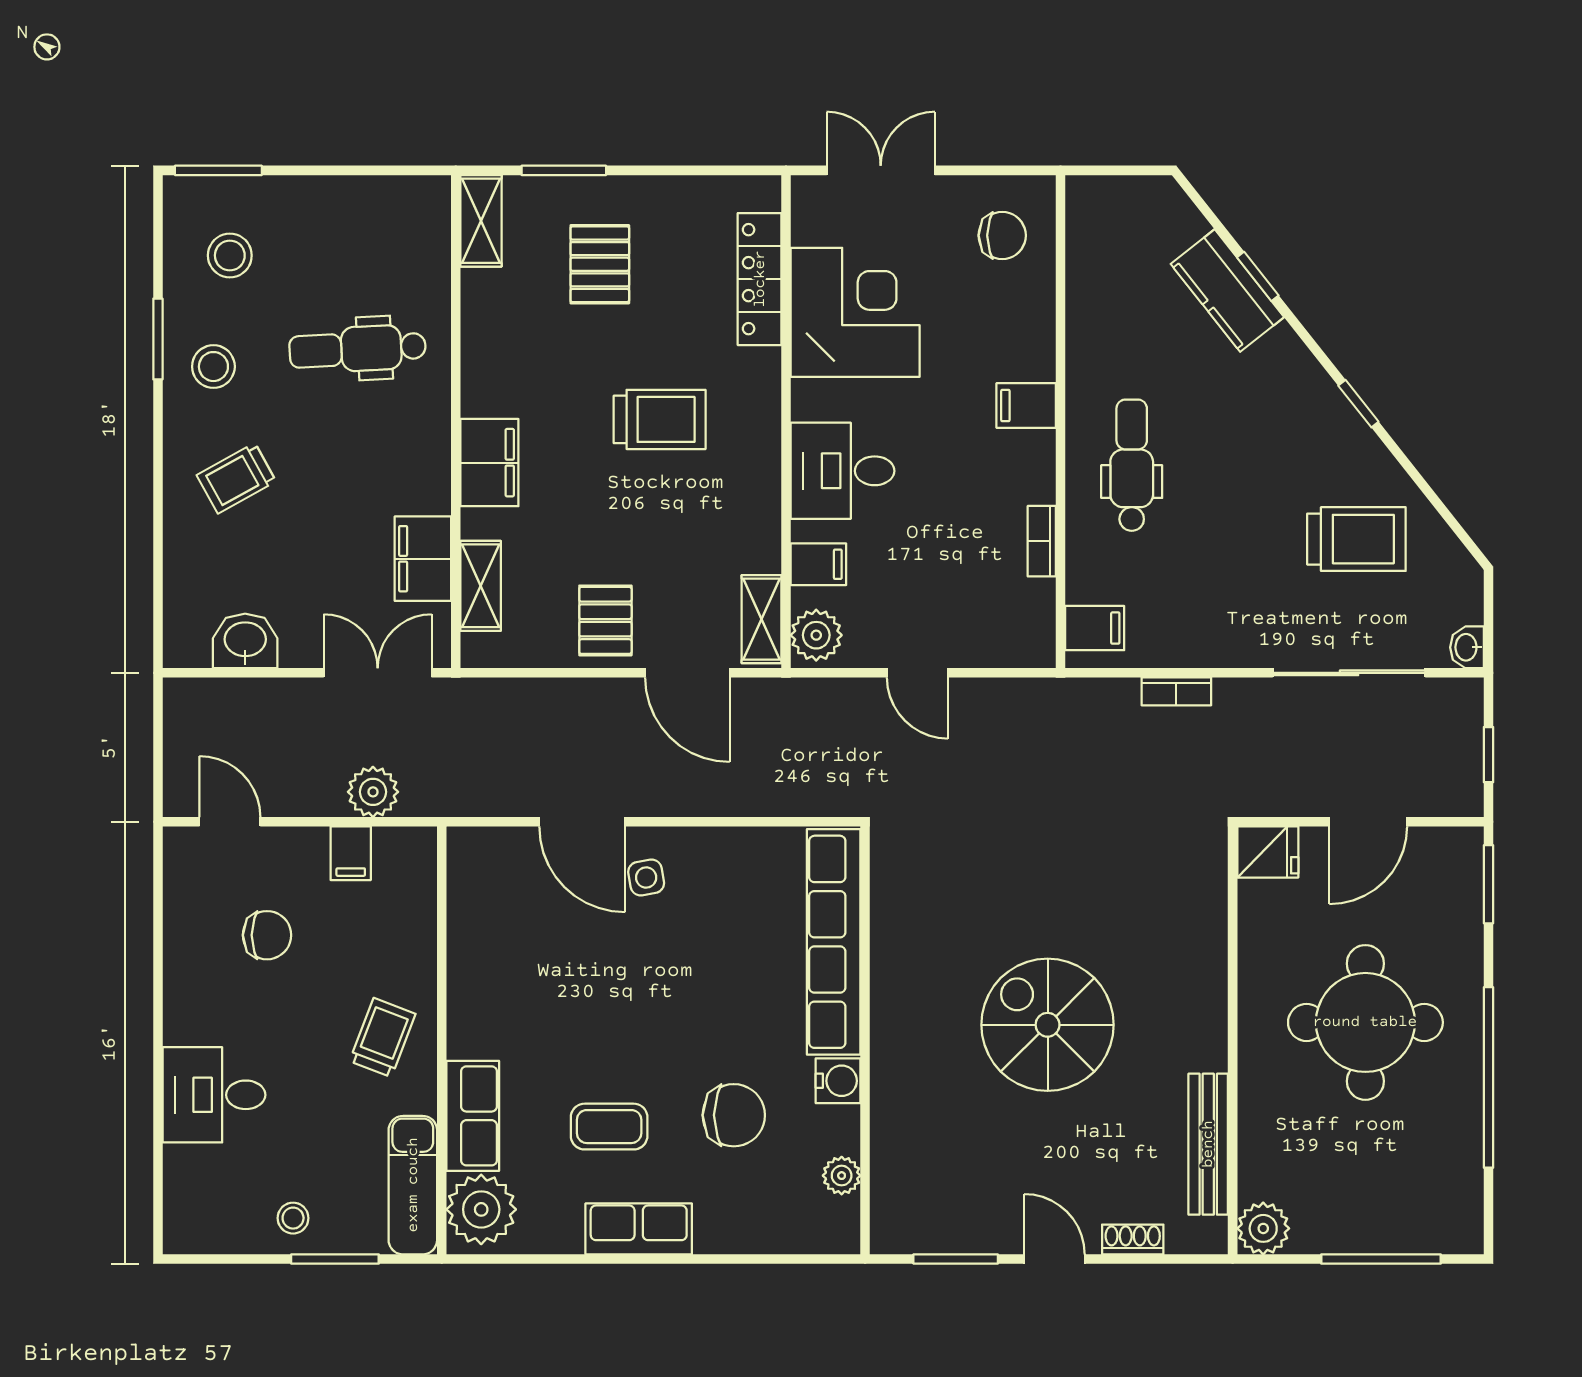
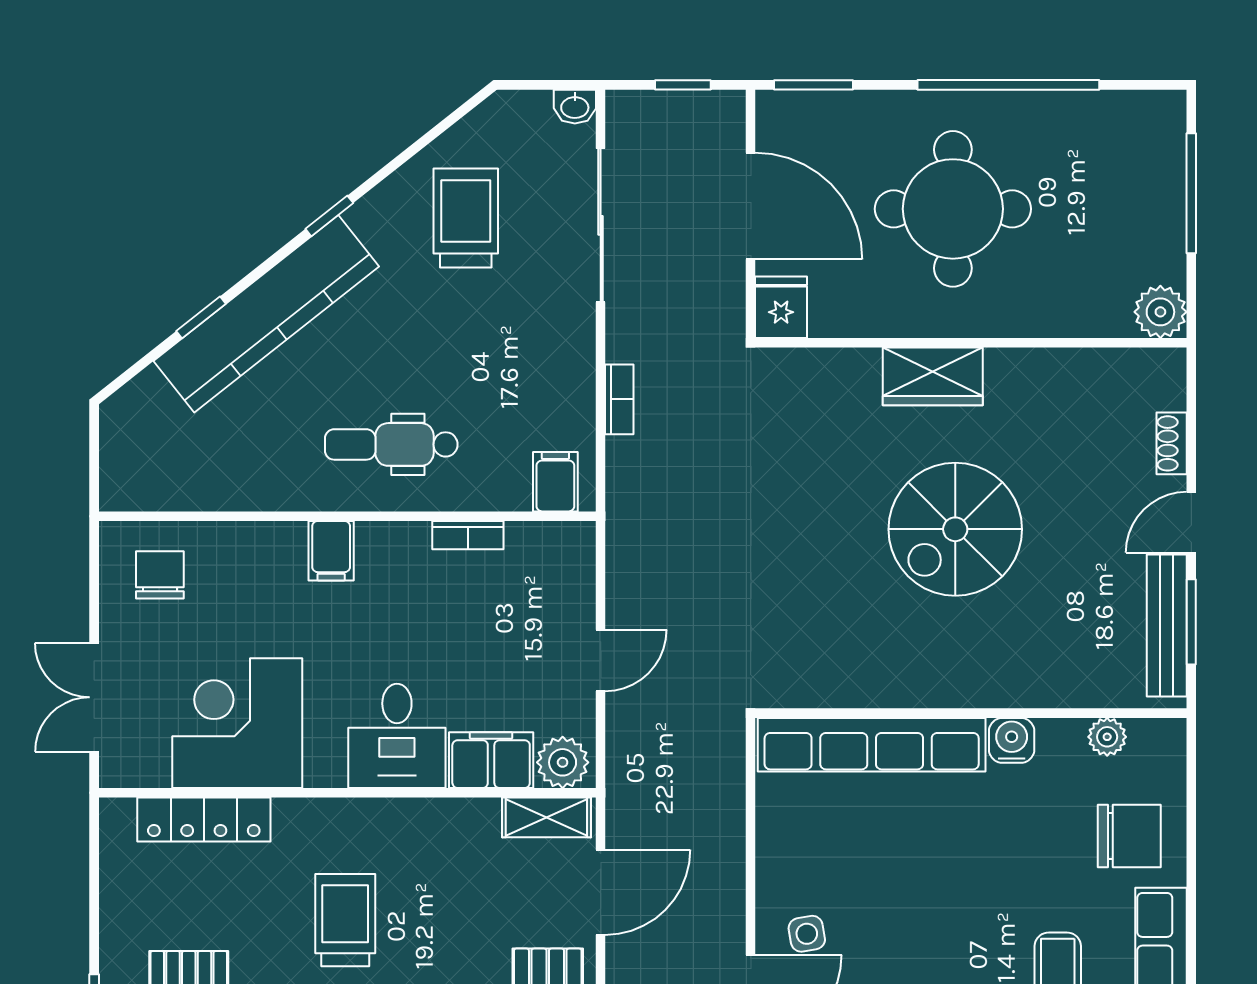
kitchen counter: (1227, 291) -> (266, 314), width x2.08, depth x1.17
filing cabinet: (818, 564) -> (491, 760), width x2.00
door: (1368, 822) -> (751, 206), width x1.36
wardrobe: (1199, 1003) -> (933, 376), added
chair: (734, 1115) -> (1129, 836), moved, turned 90
bench: (1208, 1144) -> (1167, 625), moved, turned 90

